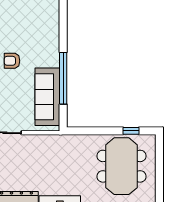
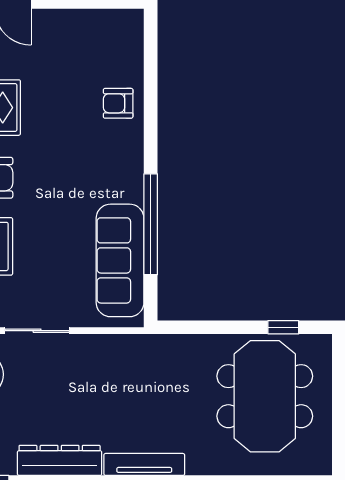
armchair: (12, 61) -> (118, 103), moved

